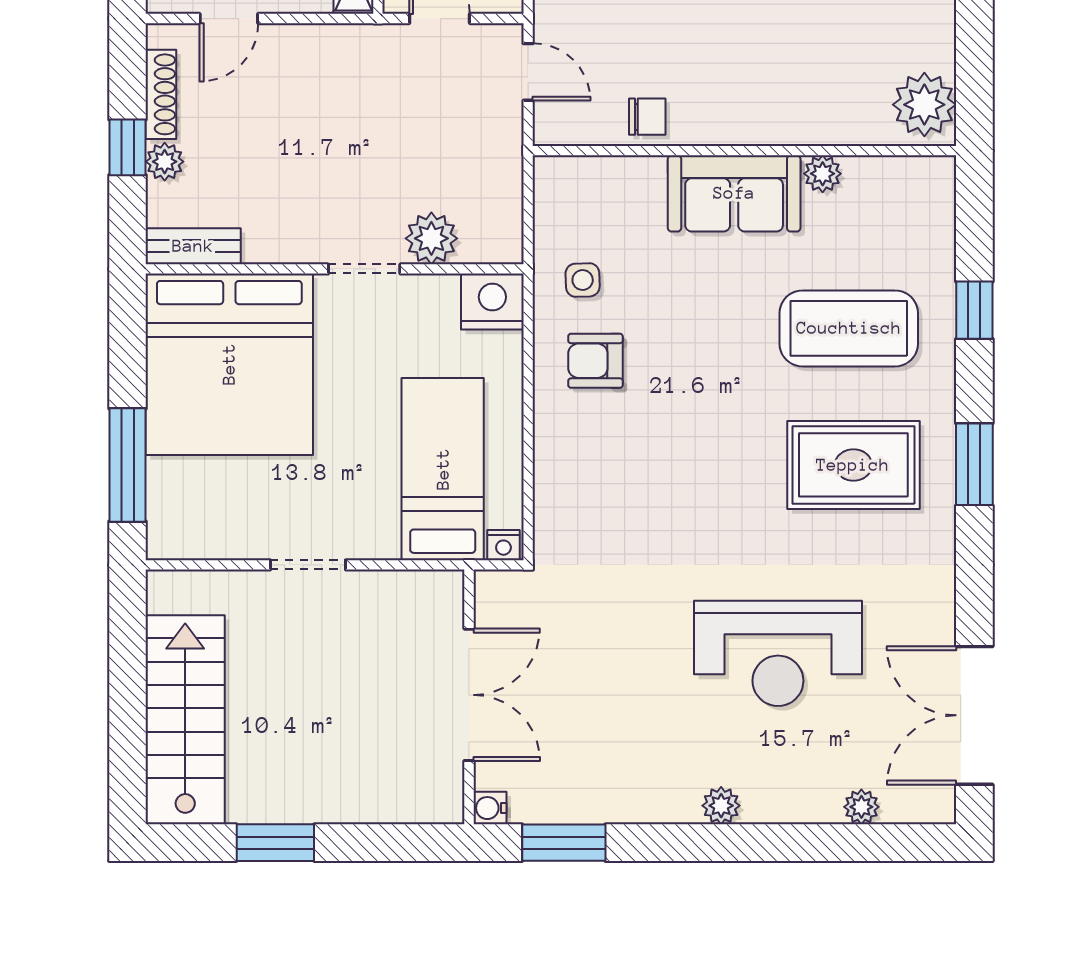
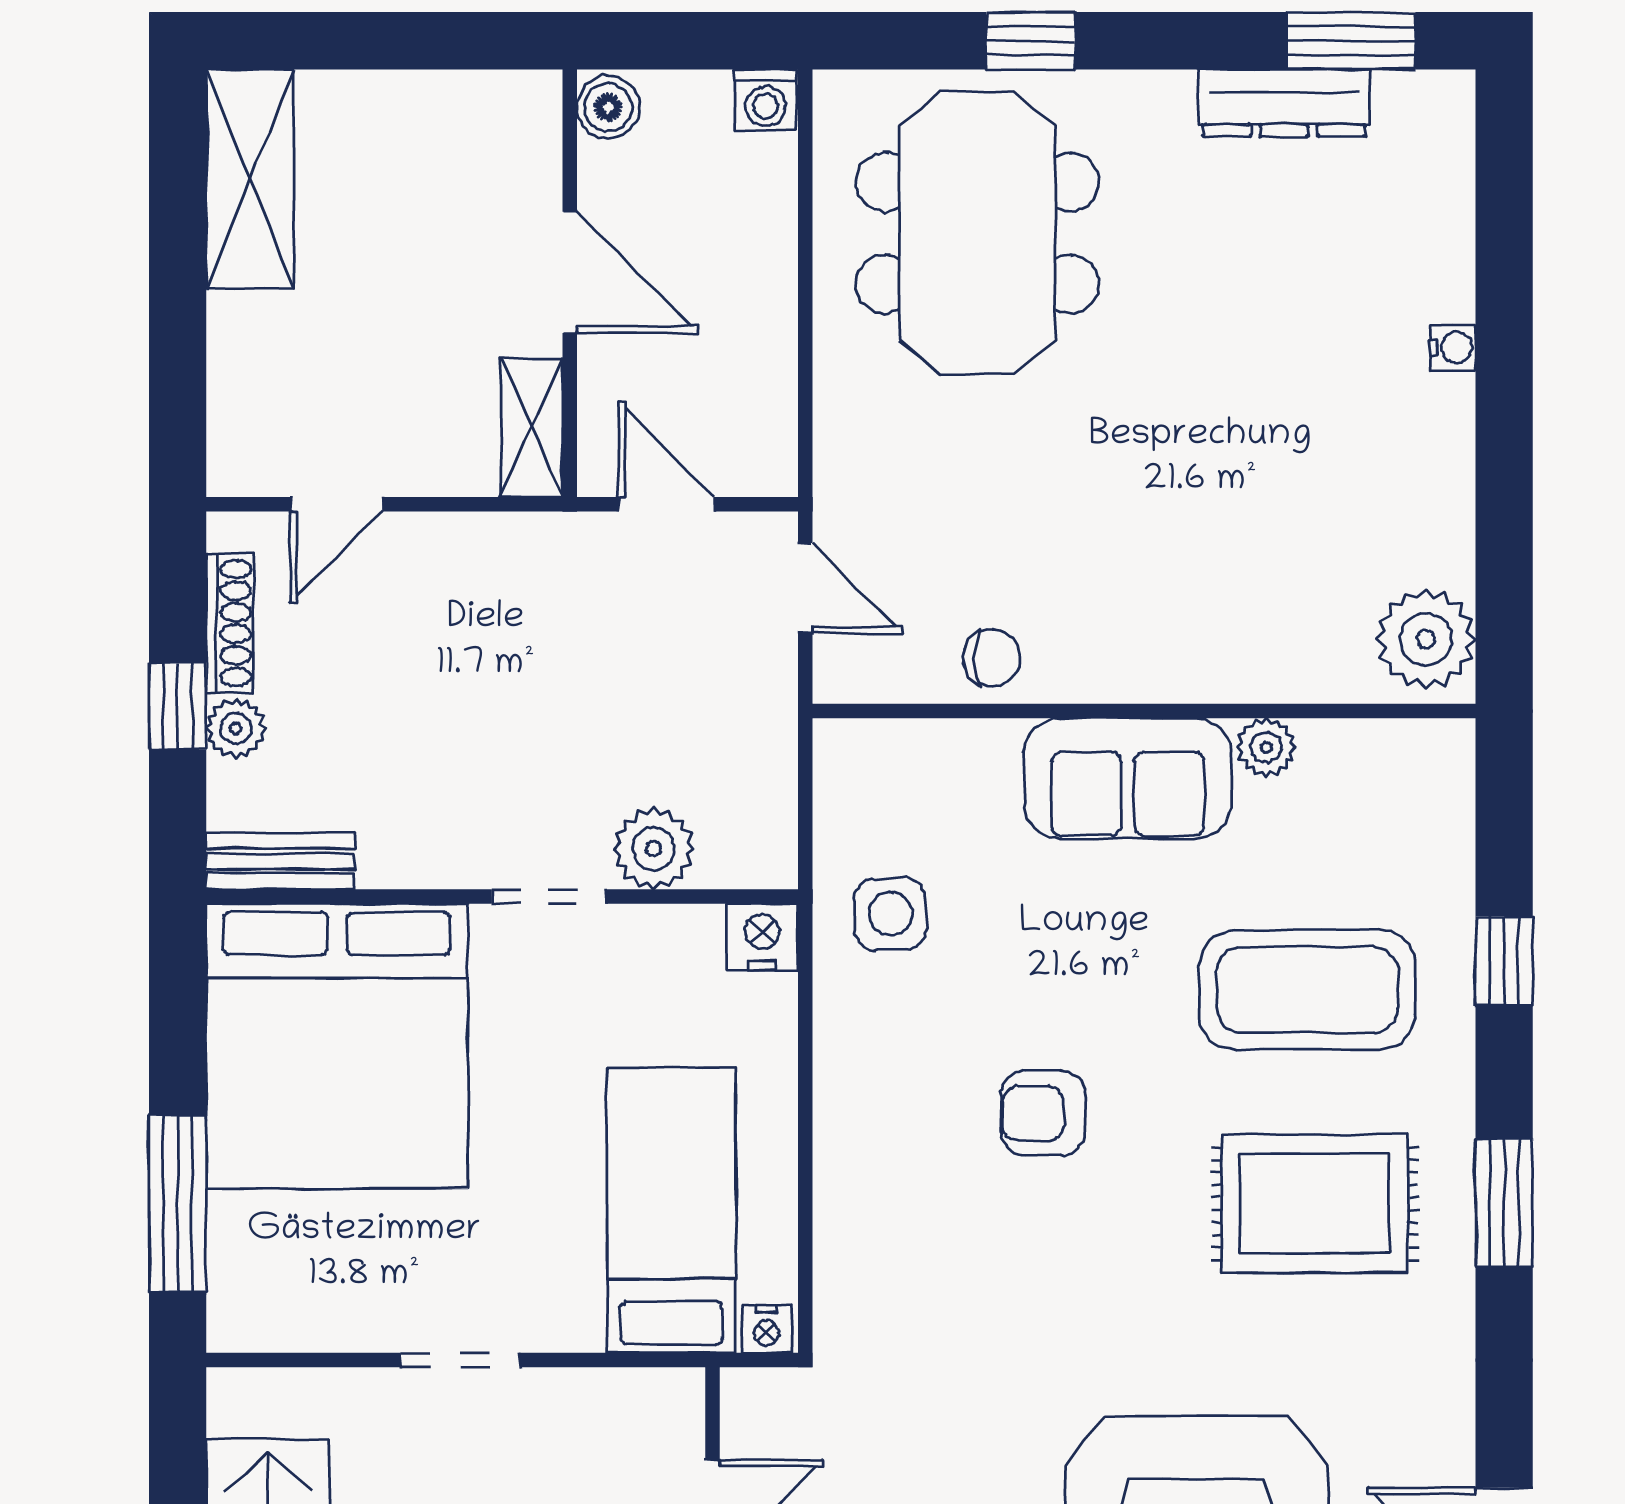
side table: (583, 280) -> (890, 914), width x1.37, depth x1.37
nightstand: (492, 302) -> (762, 937), width x0.74, depth x0.75
armchair: (595, 361) -> (1043, 1113), moved

